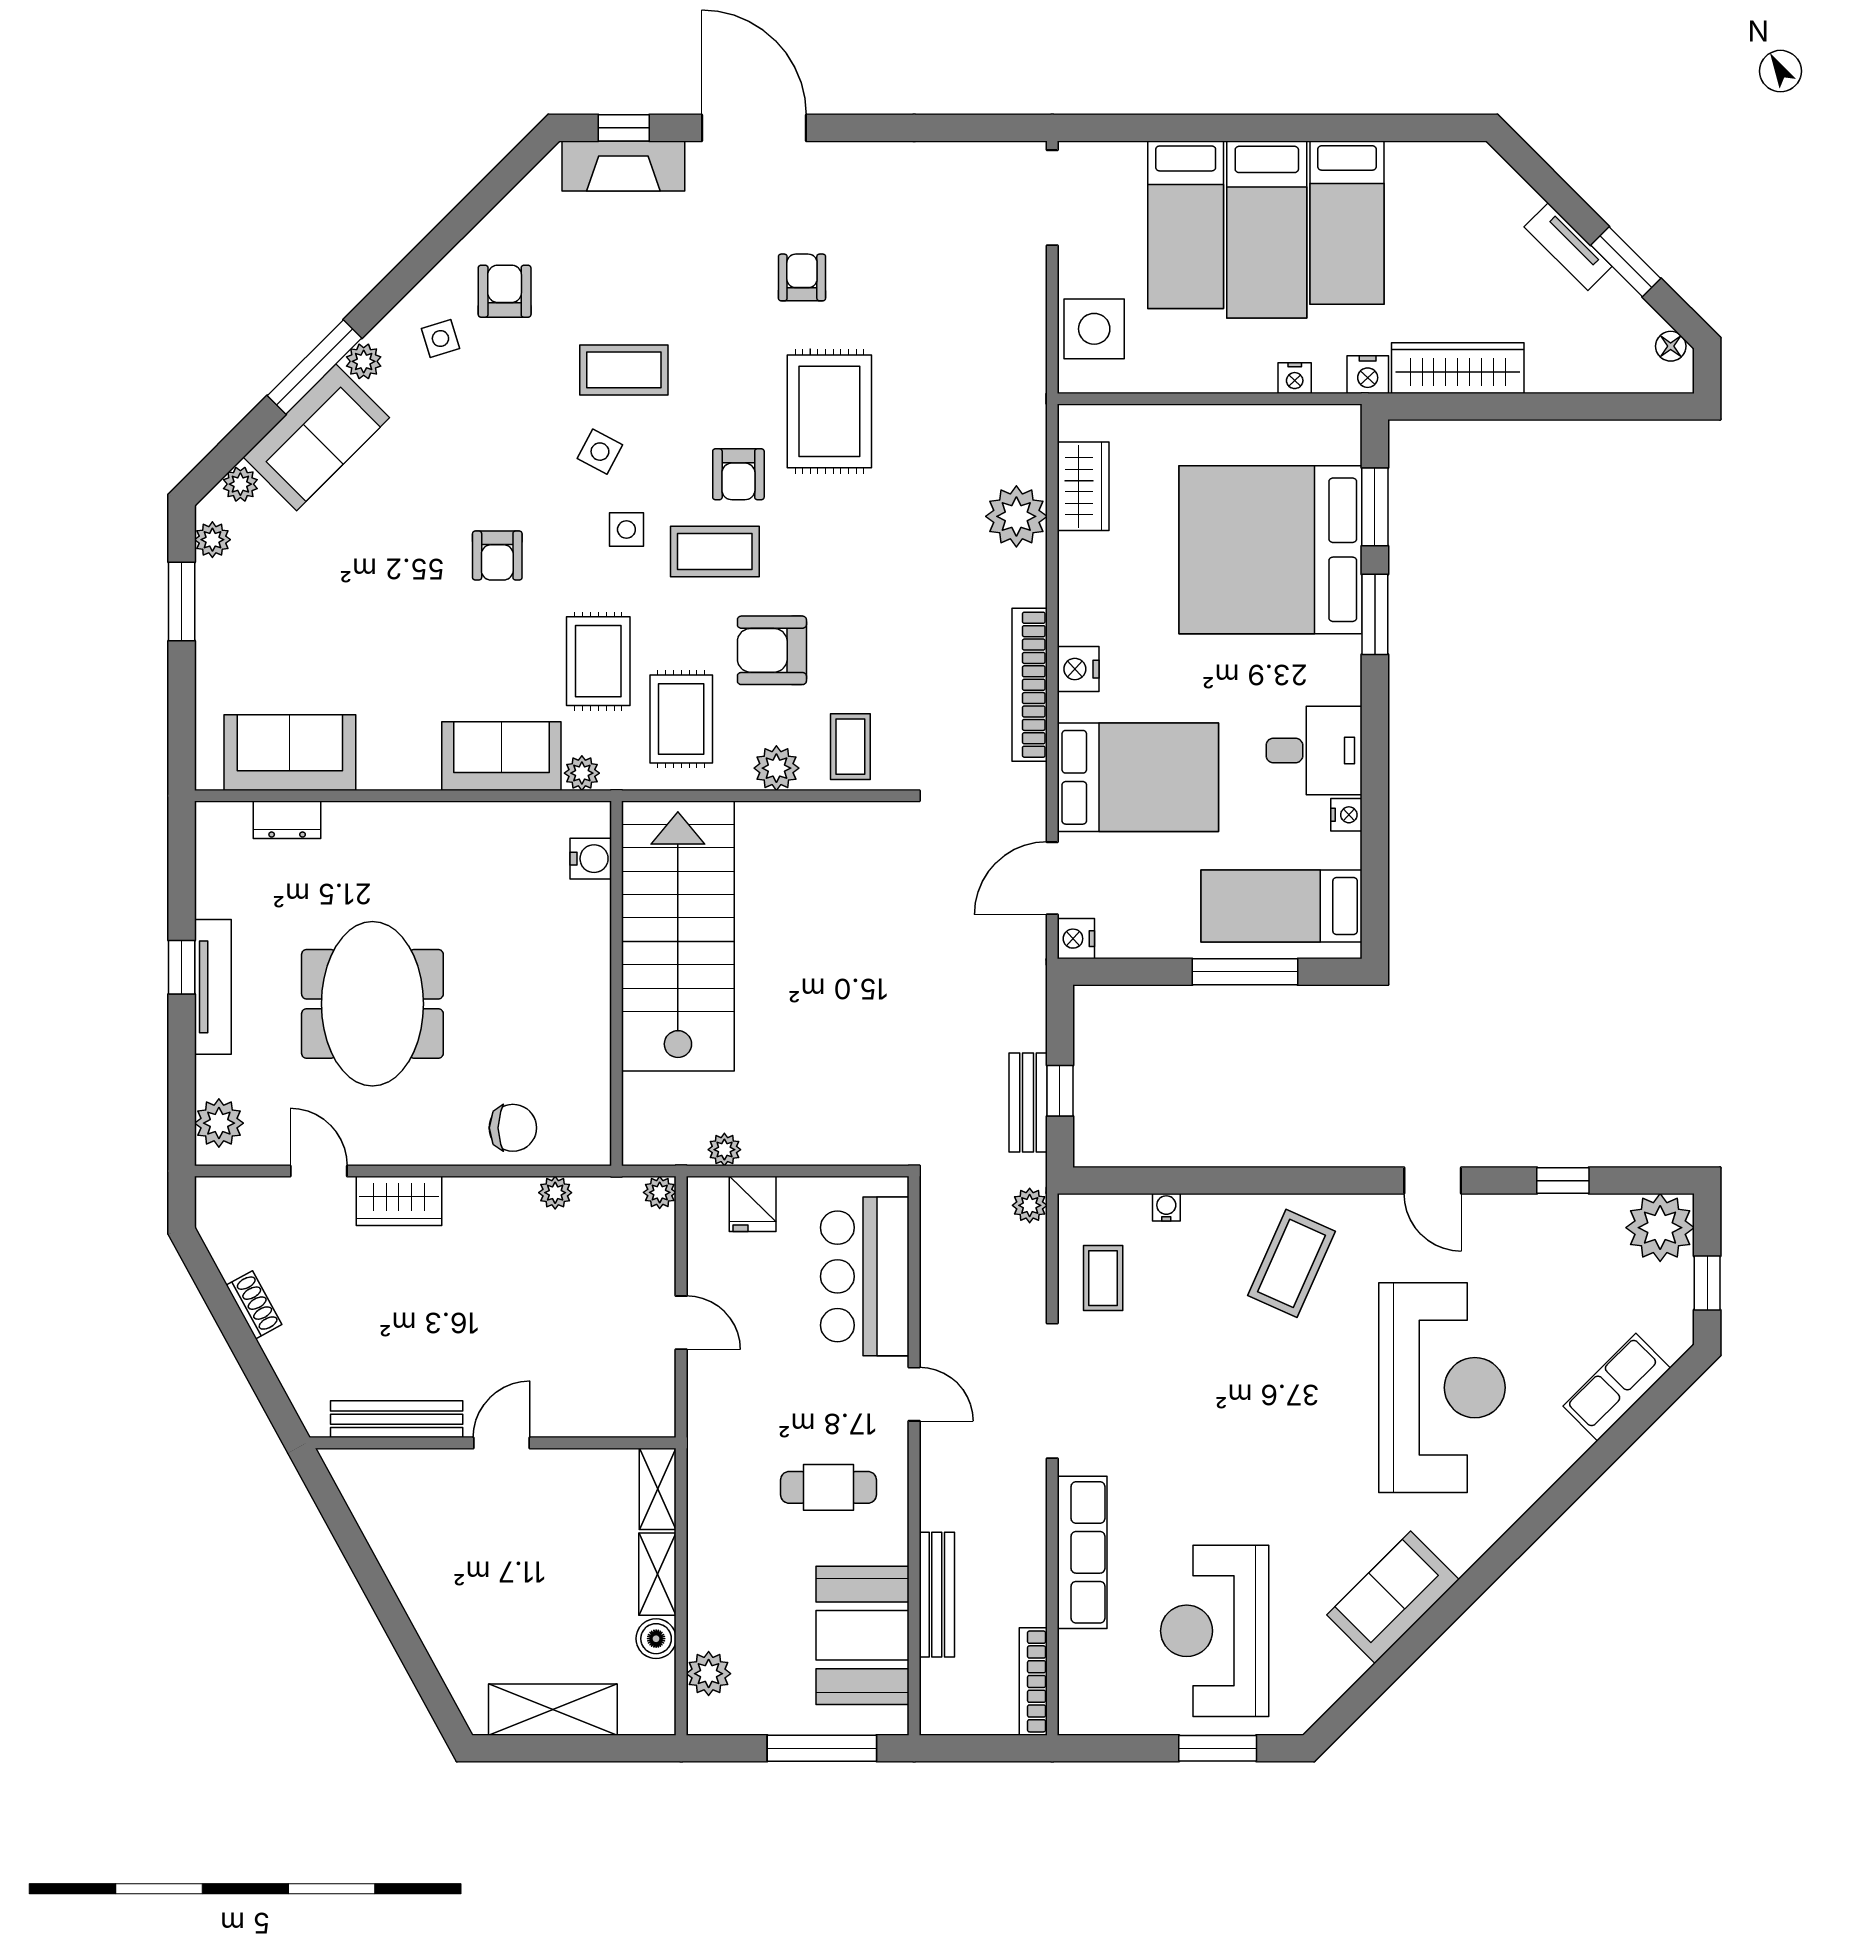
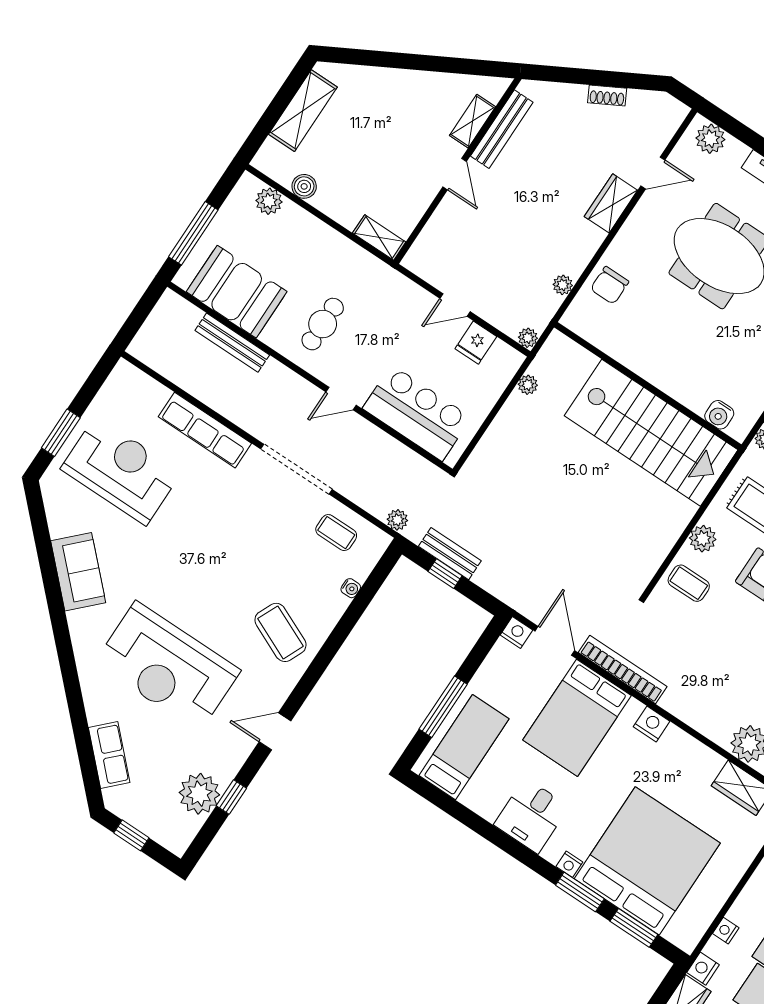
bookcase: (1030, 685) -> (623, 669), moved
nightstand: (1346, 815) -> (569, 864), moved
fridge: (753, 1204) -> (476, 343), moved, turned -90
plant: (1660, 1228) -> (199, 794), moved
shelving: (657, 1574) -> (473, 121), moved, turned 90
bookcase: (1033, 1681) -> (156, 362), removed

